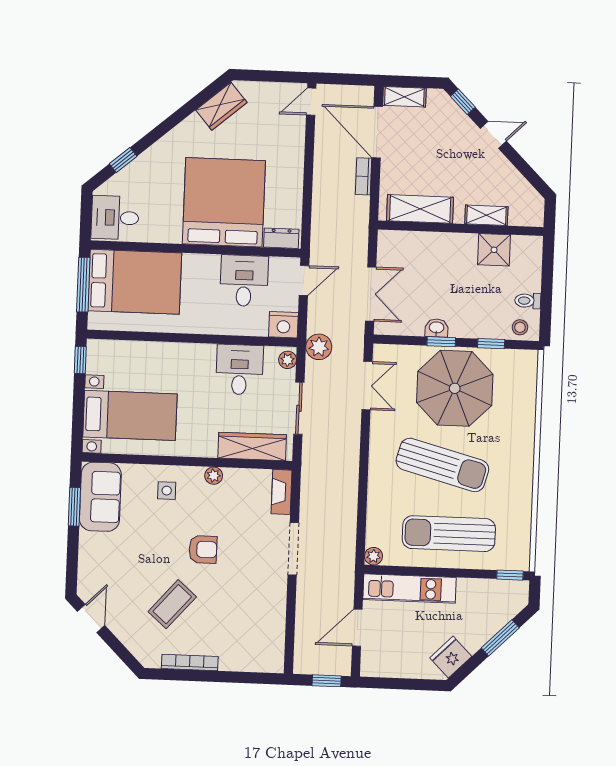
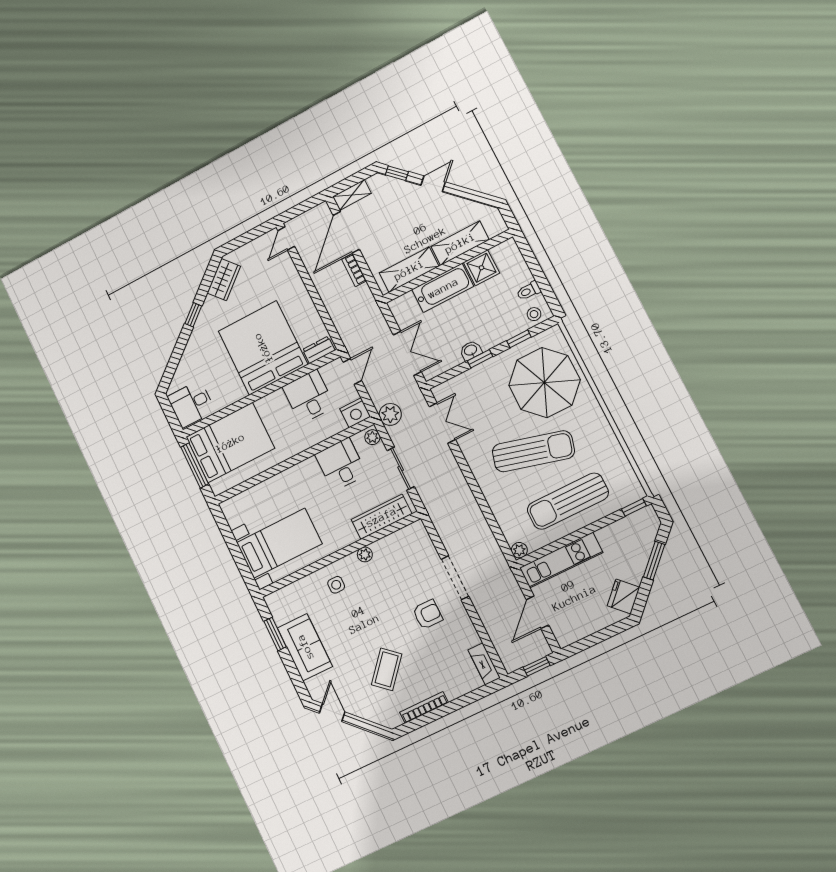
door: (377, 132) -> (346, 232), hinge flipped
window: (123, 160) -> (193, 315), moved
shelving: (486, 215) -> (460, 243), width x1.50, depth x1.33
bathtub: (444, 248) -> (443, 288), added
window: (80, 360) -> (222, 522), removed
parasol: (455, 388) -> (544, 383), moved
fireplace: (282, 492) -> (484, 664), moved
sofa: (100, 497) -> (305, 647), moved
armchair: (203, 549) -> (428, 614), moved

